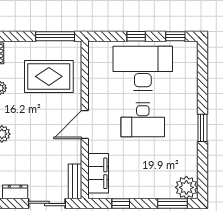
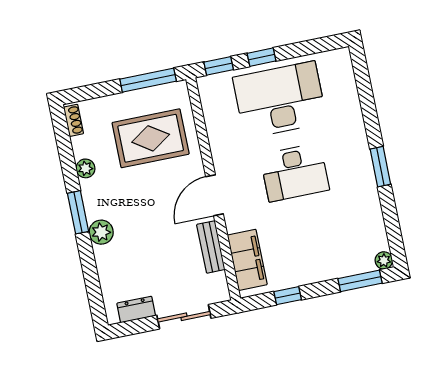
window: (175, 36) -> (219, 66), moved
bench: (75, 181) -> (211, 247), moved
plant: (186, 187) -> (384, 260), width x0.53, depth x0.53

